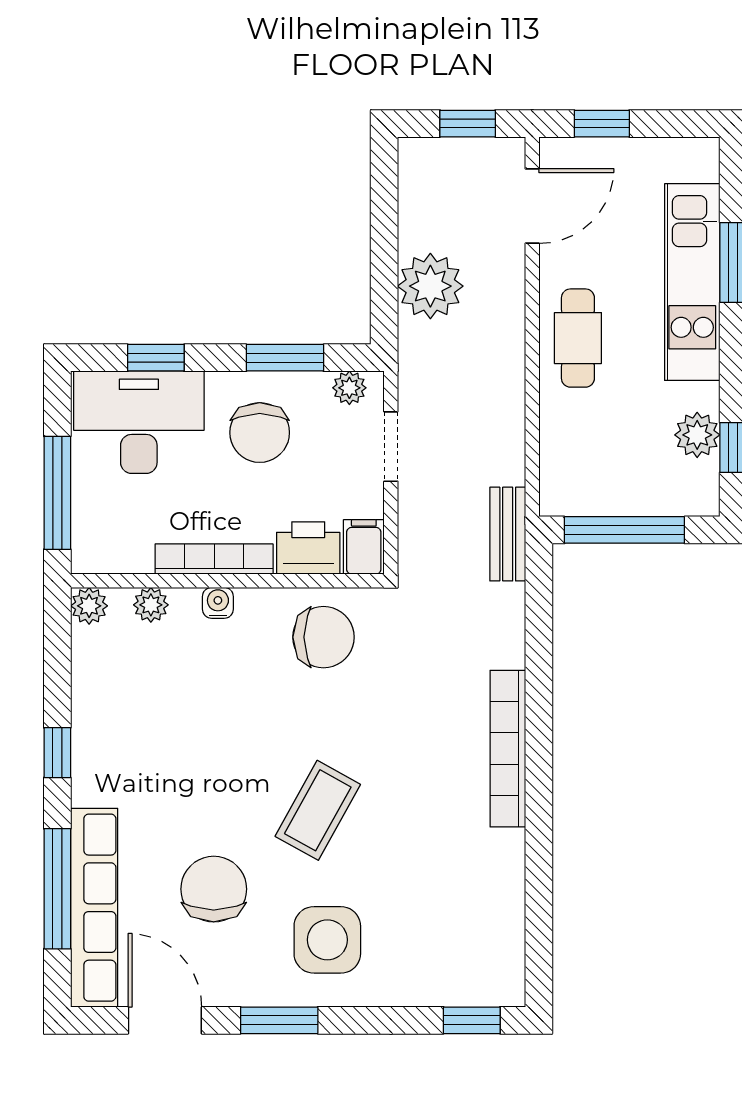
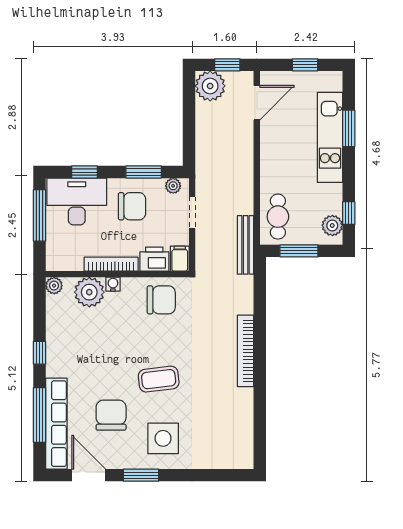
window: (602, 124) -> (305, 65), moved
plant: (430, 286) -> (210, 86), moved
cafe table: (578, 338) -> (278, 217), moved
chair: (260, 433) -> (132, 206), turned -90
plant: (697, 435) -> (332, 225), moved
window: (57, 493) -> (39, 215), moved
window: (624, 530) -> (299, 251), width x0.69
bench: (508, 534) -> (246, 245), width x1.36
plant: (151, 605) -> (89, 292), width x1.88, depth x1.88
coffee table: (318, 810) -> (159, 379), turned 54
window: (472, 1020) -> (229, 475), removed

